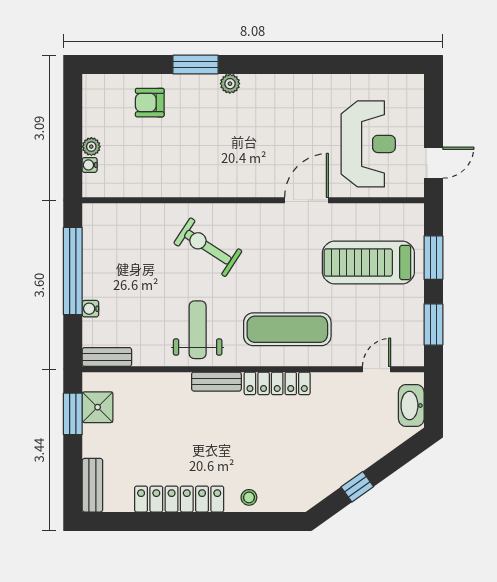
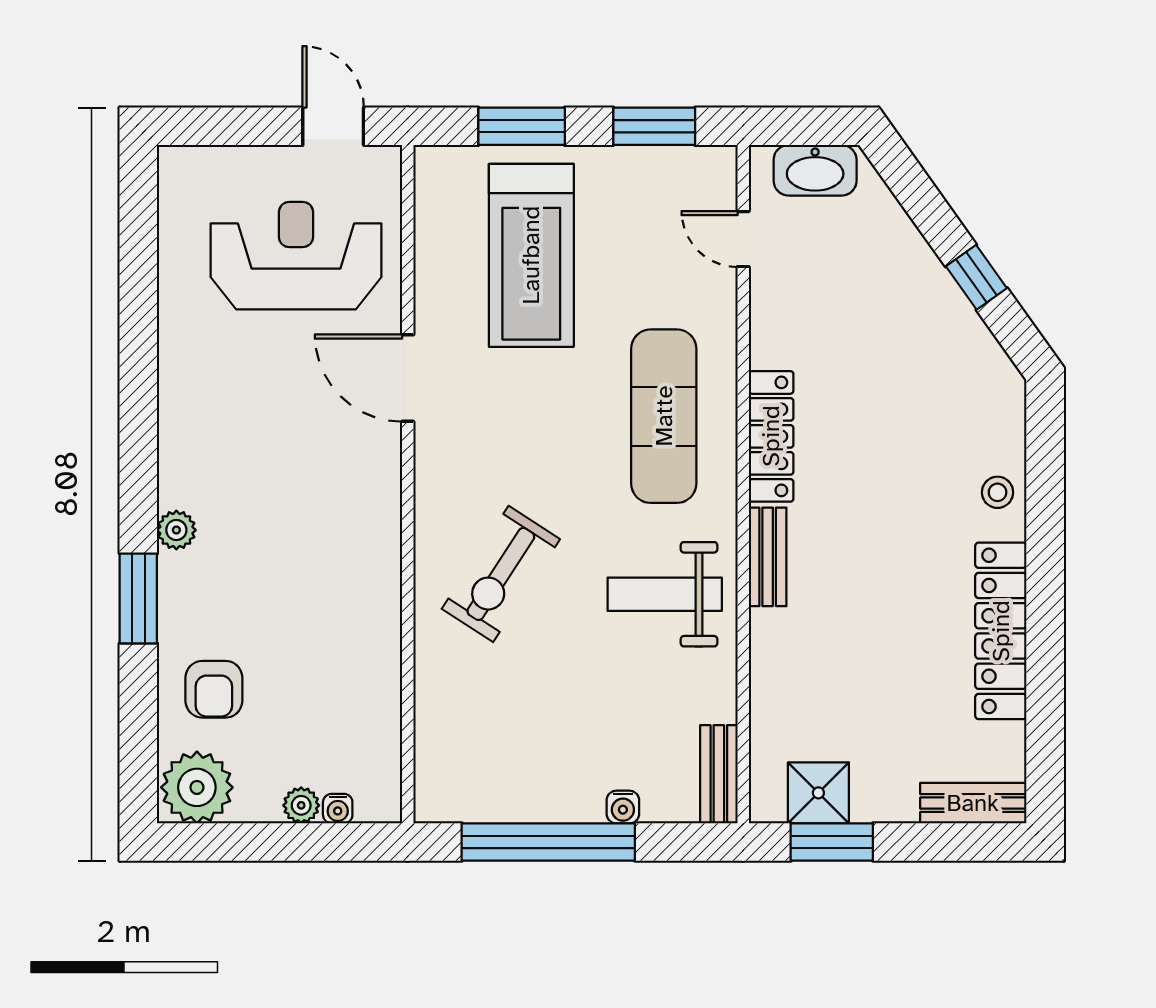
plant: (100, 94) -> (197, 787), added

